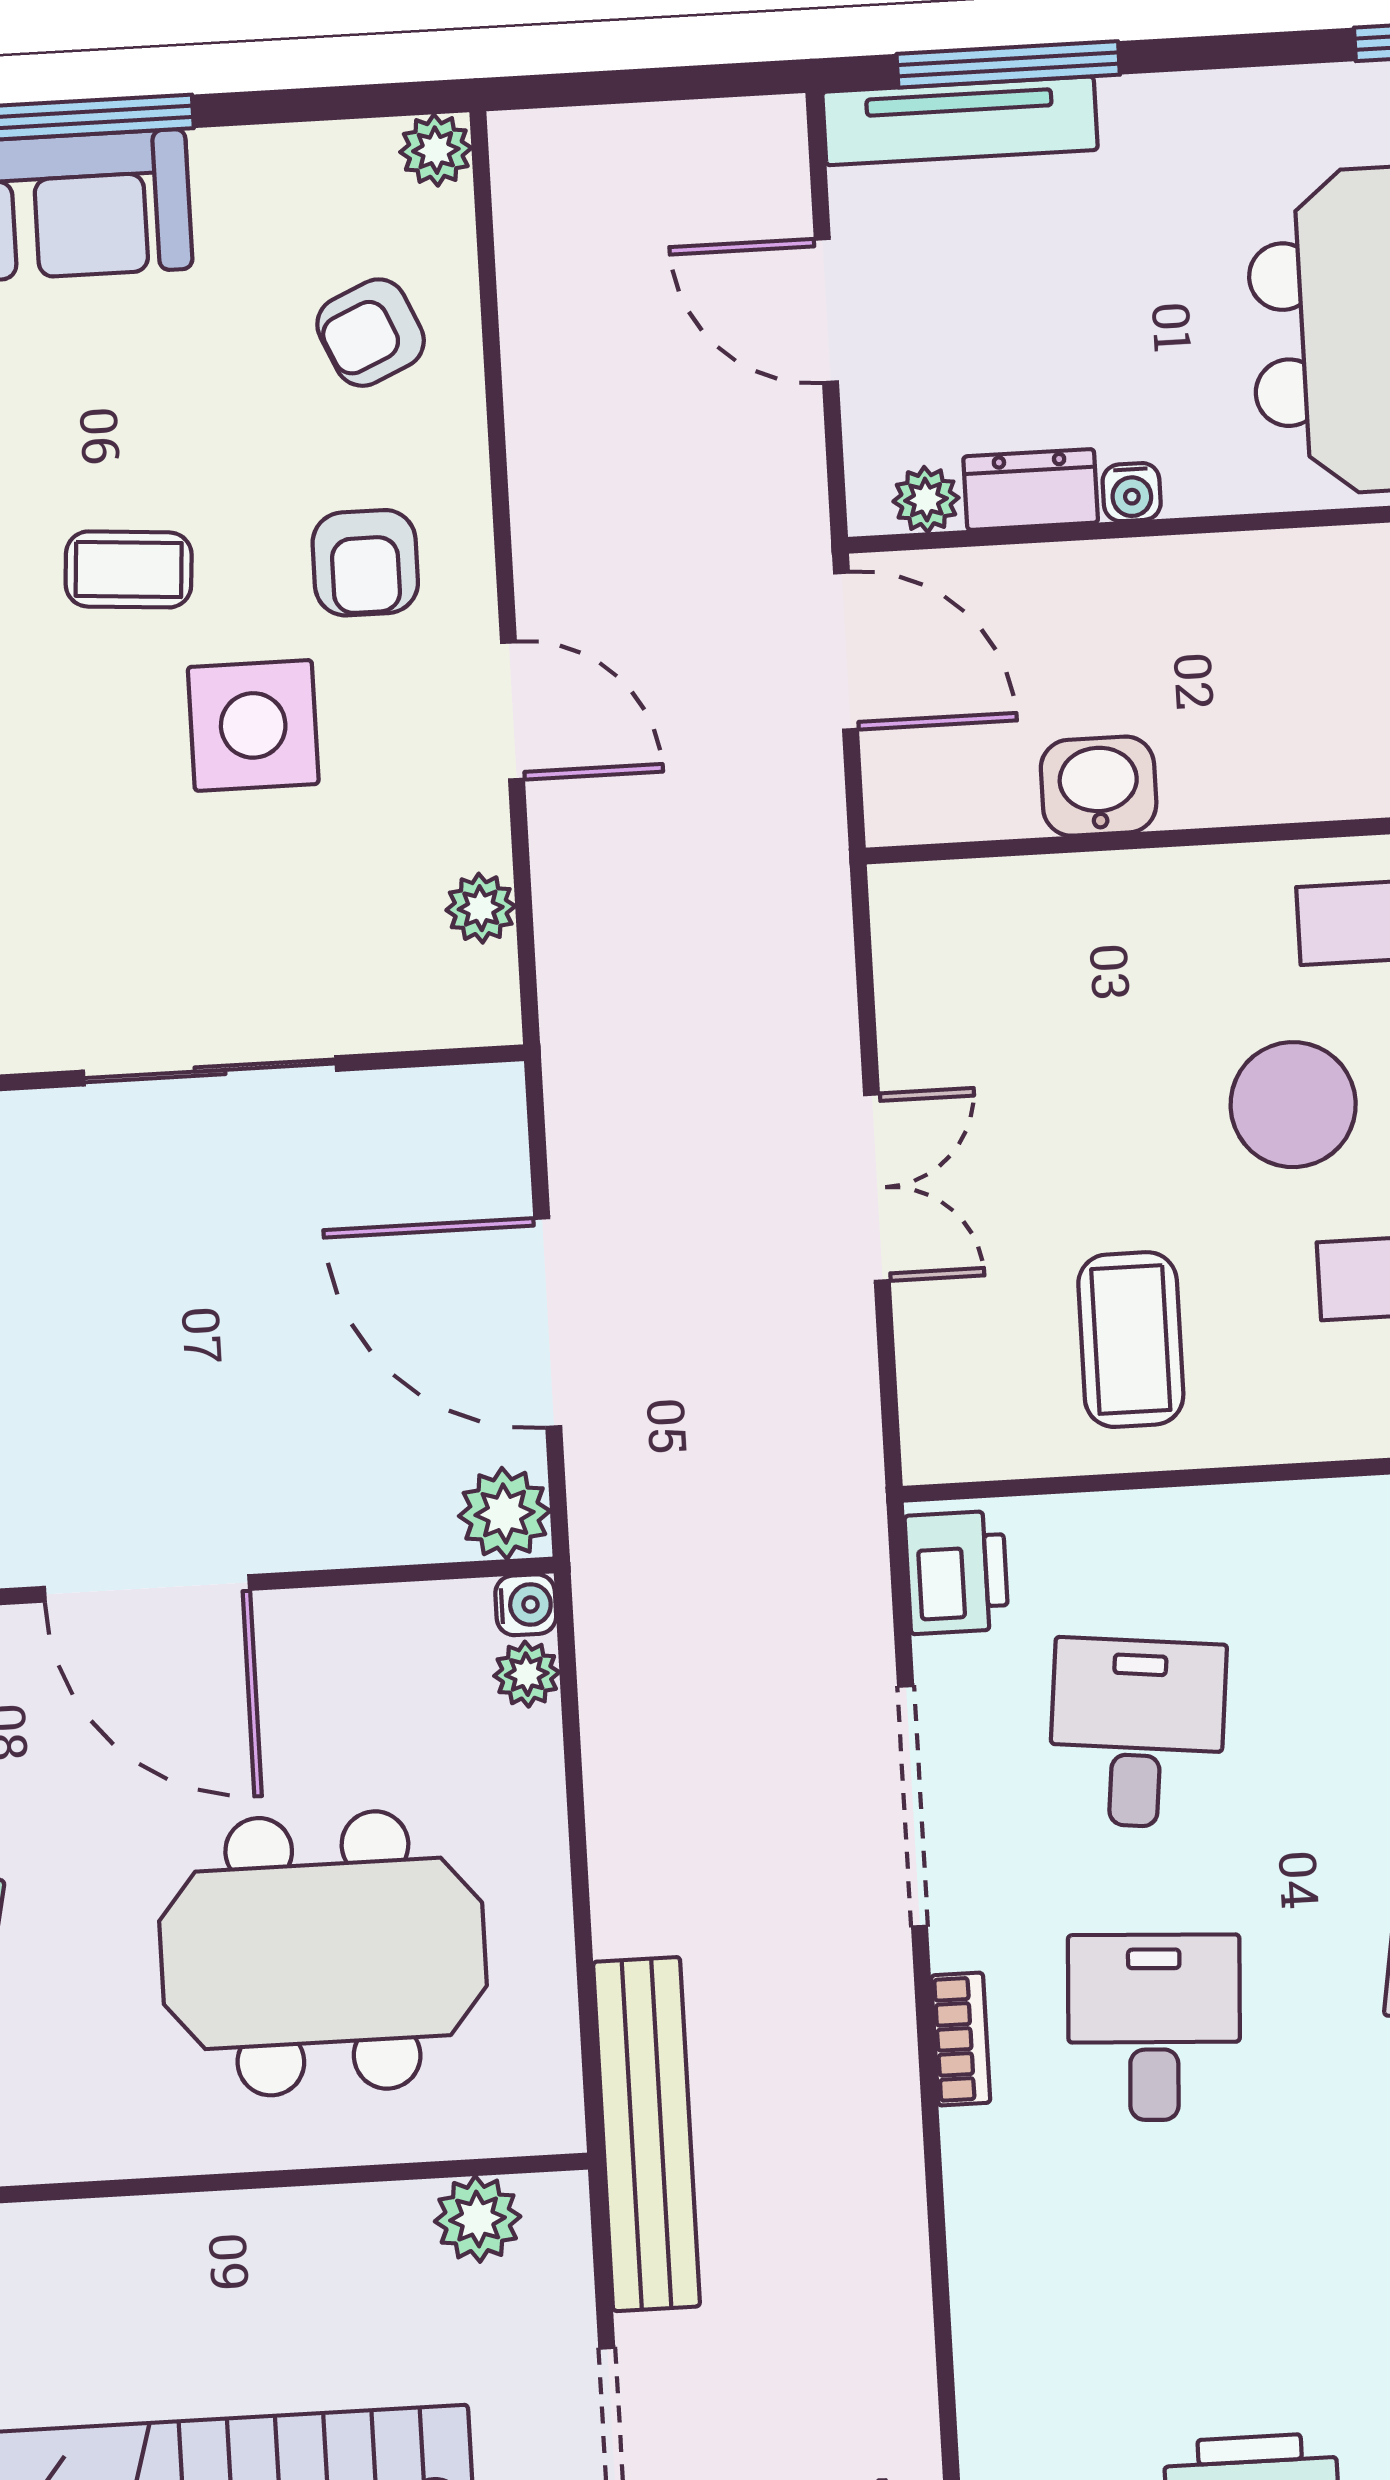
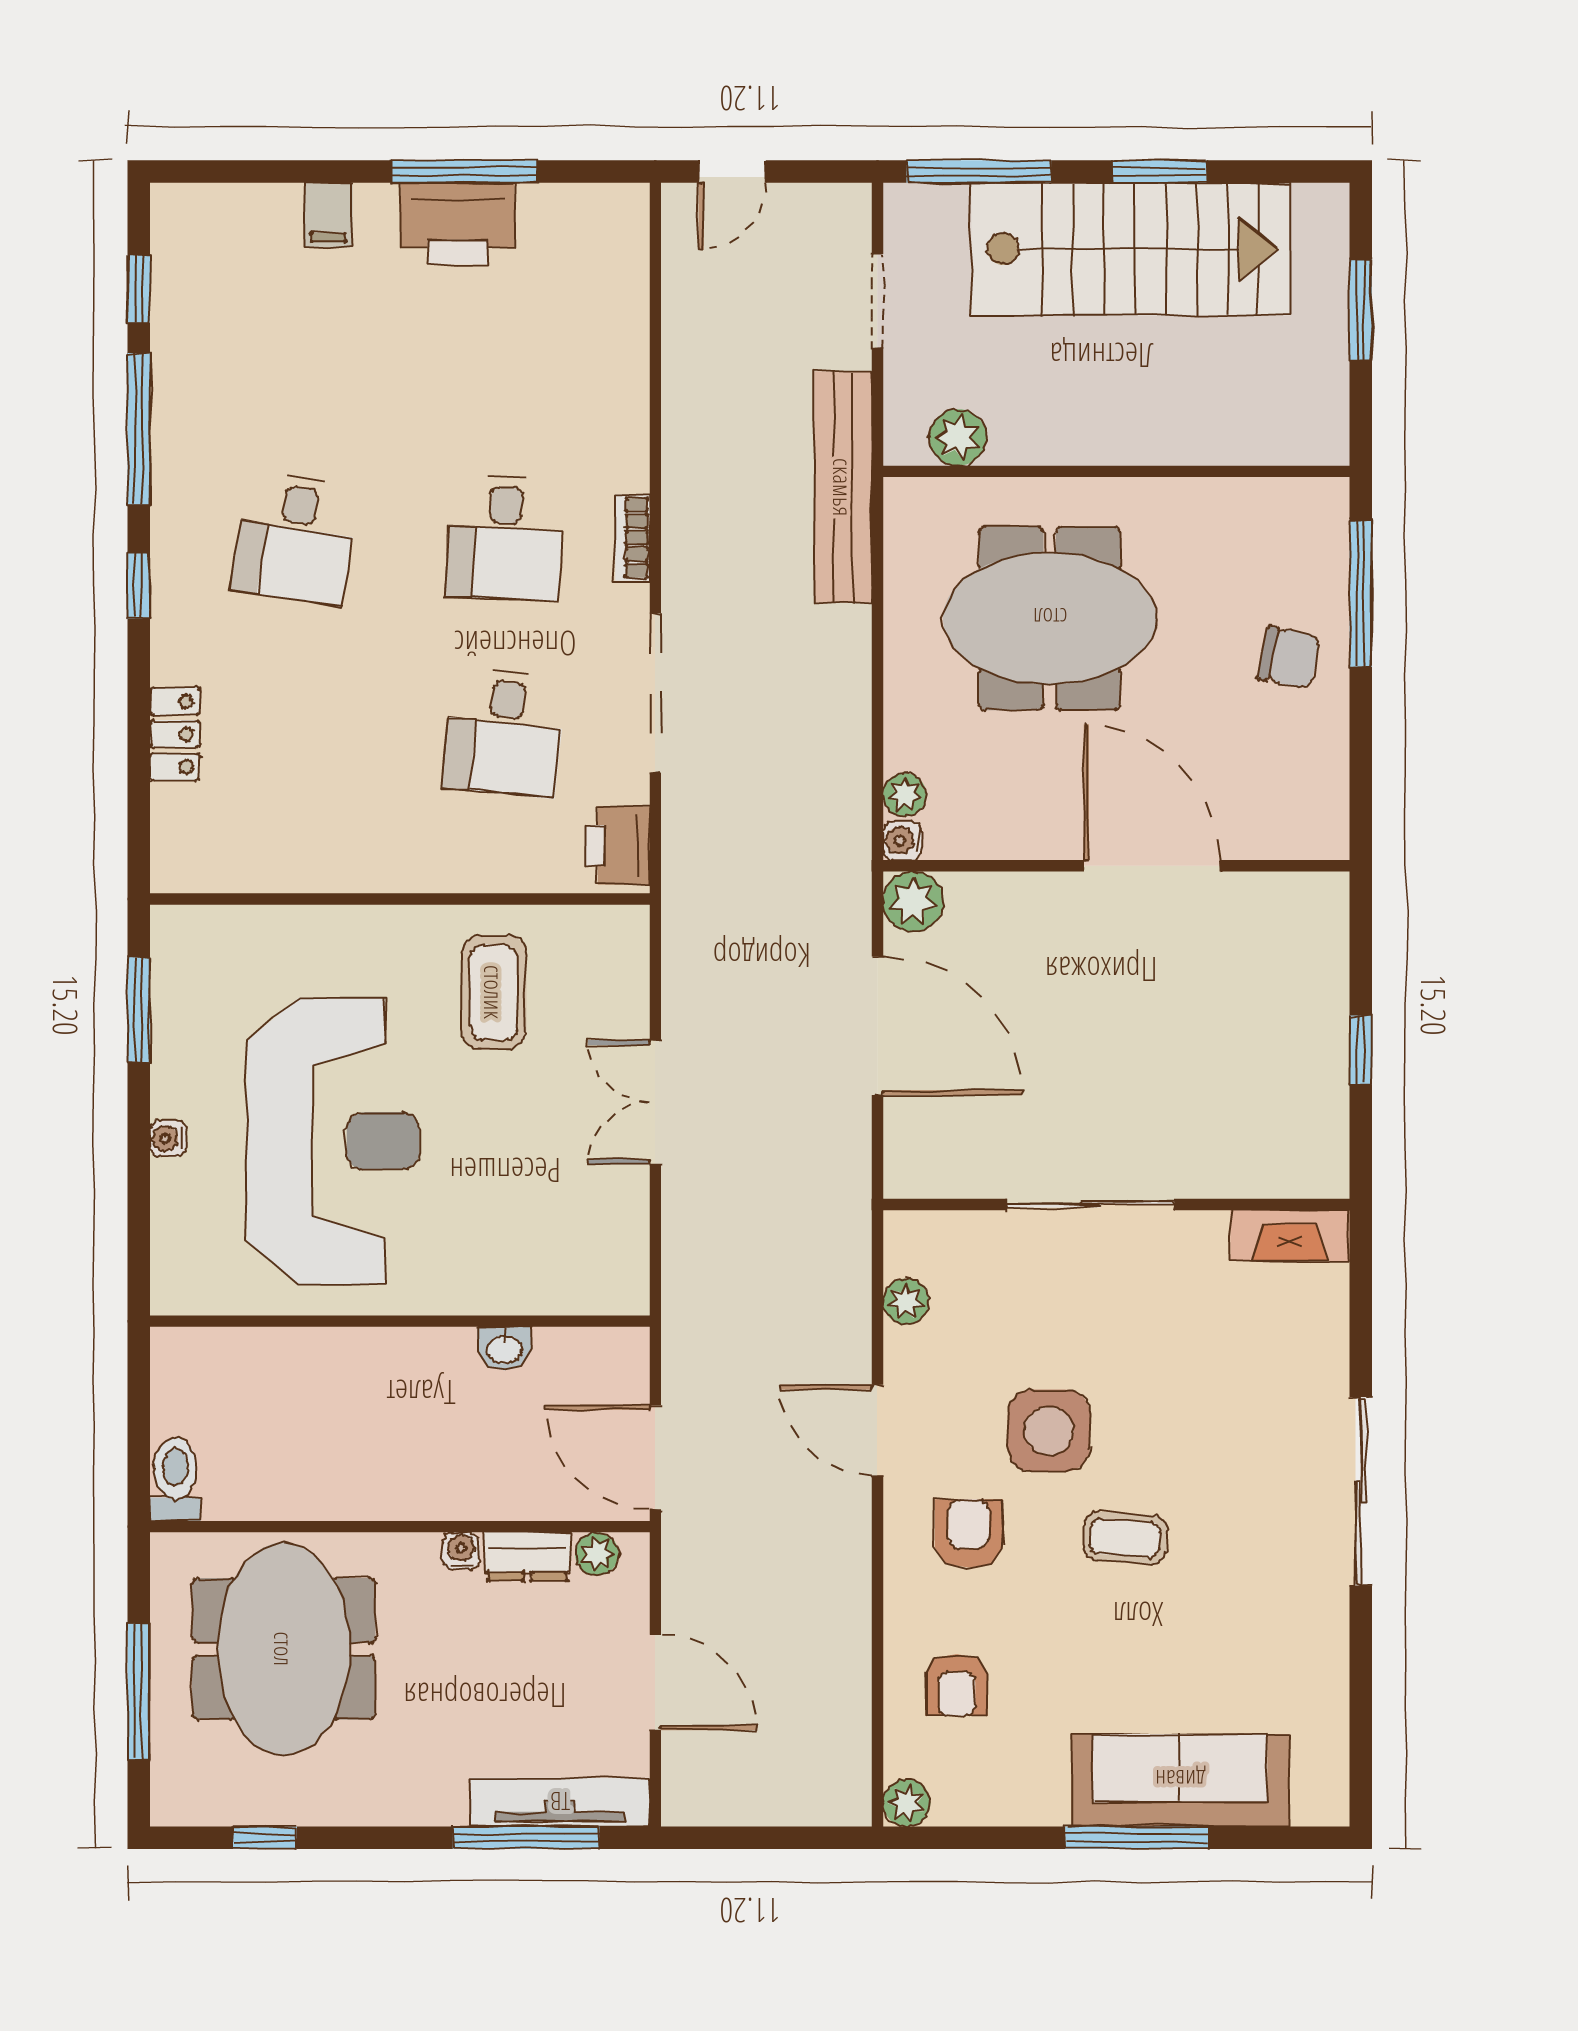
armchair: (371, 333) -> (957, 1685), turned 114
washbasin: (1099, 786) -> (504, 1349), width x0.72, depth x0.69

